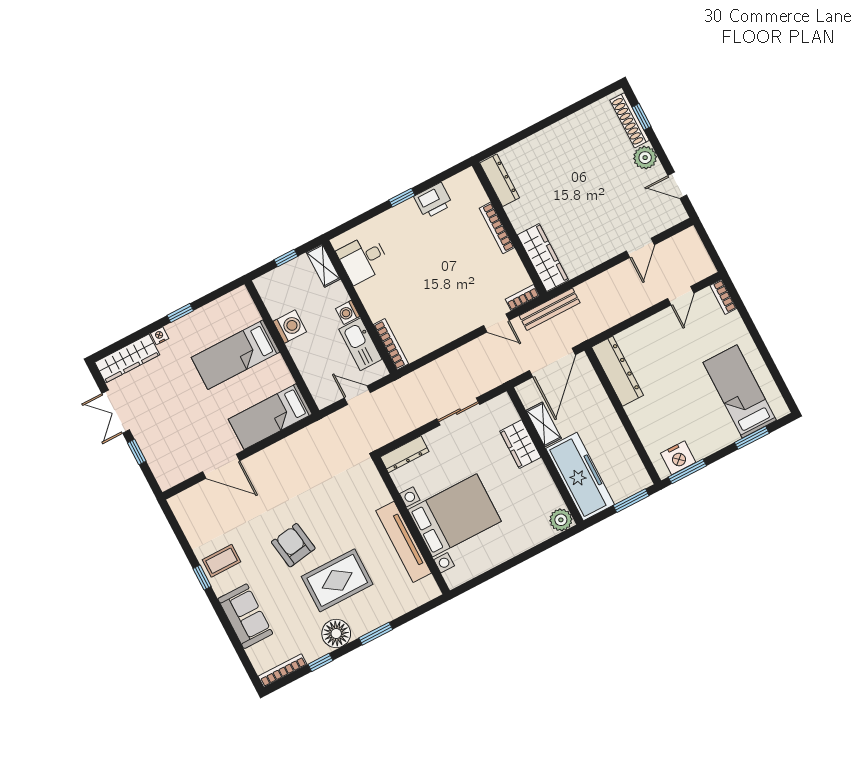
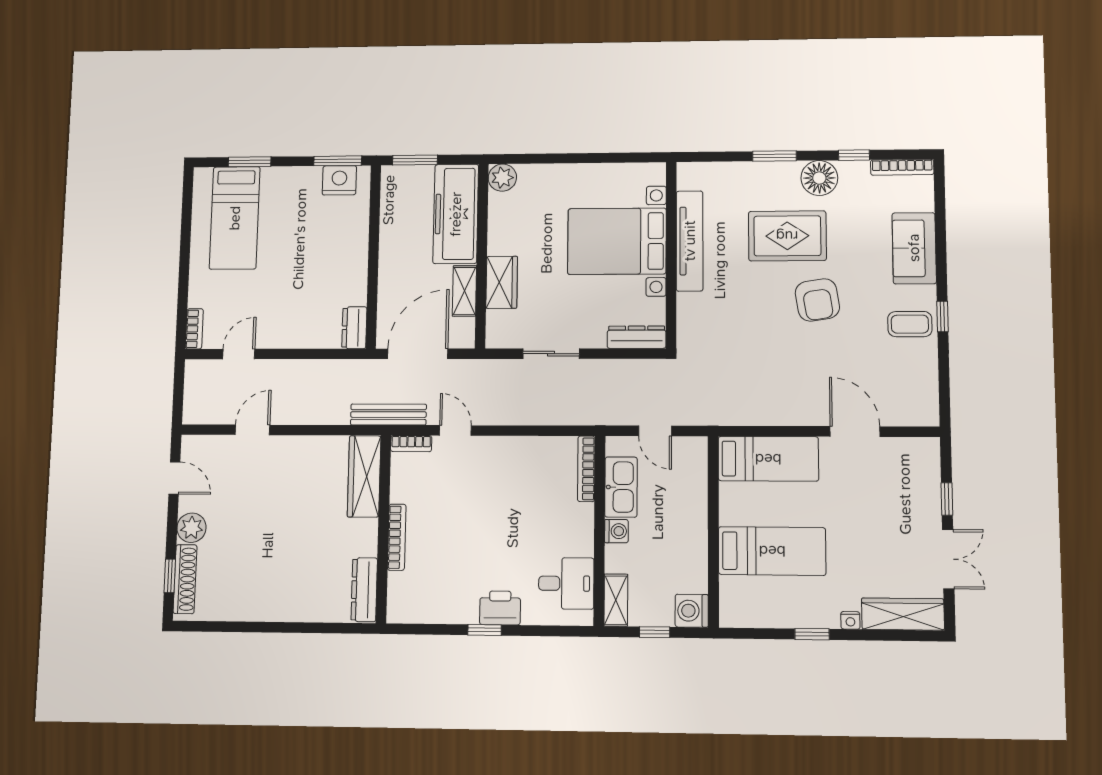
printer: (433, 201) -> (500, 608), moved
washing machine: (290, 327) -> (692, 611), moved
dresser: (618, 371) -> (354, 328), width x0.51, depth x0.80

